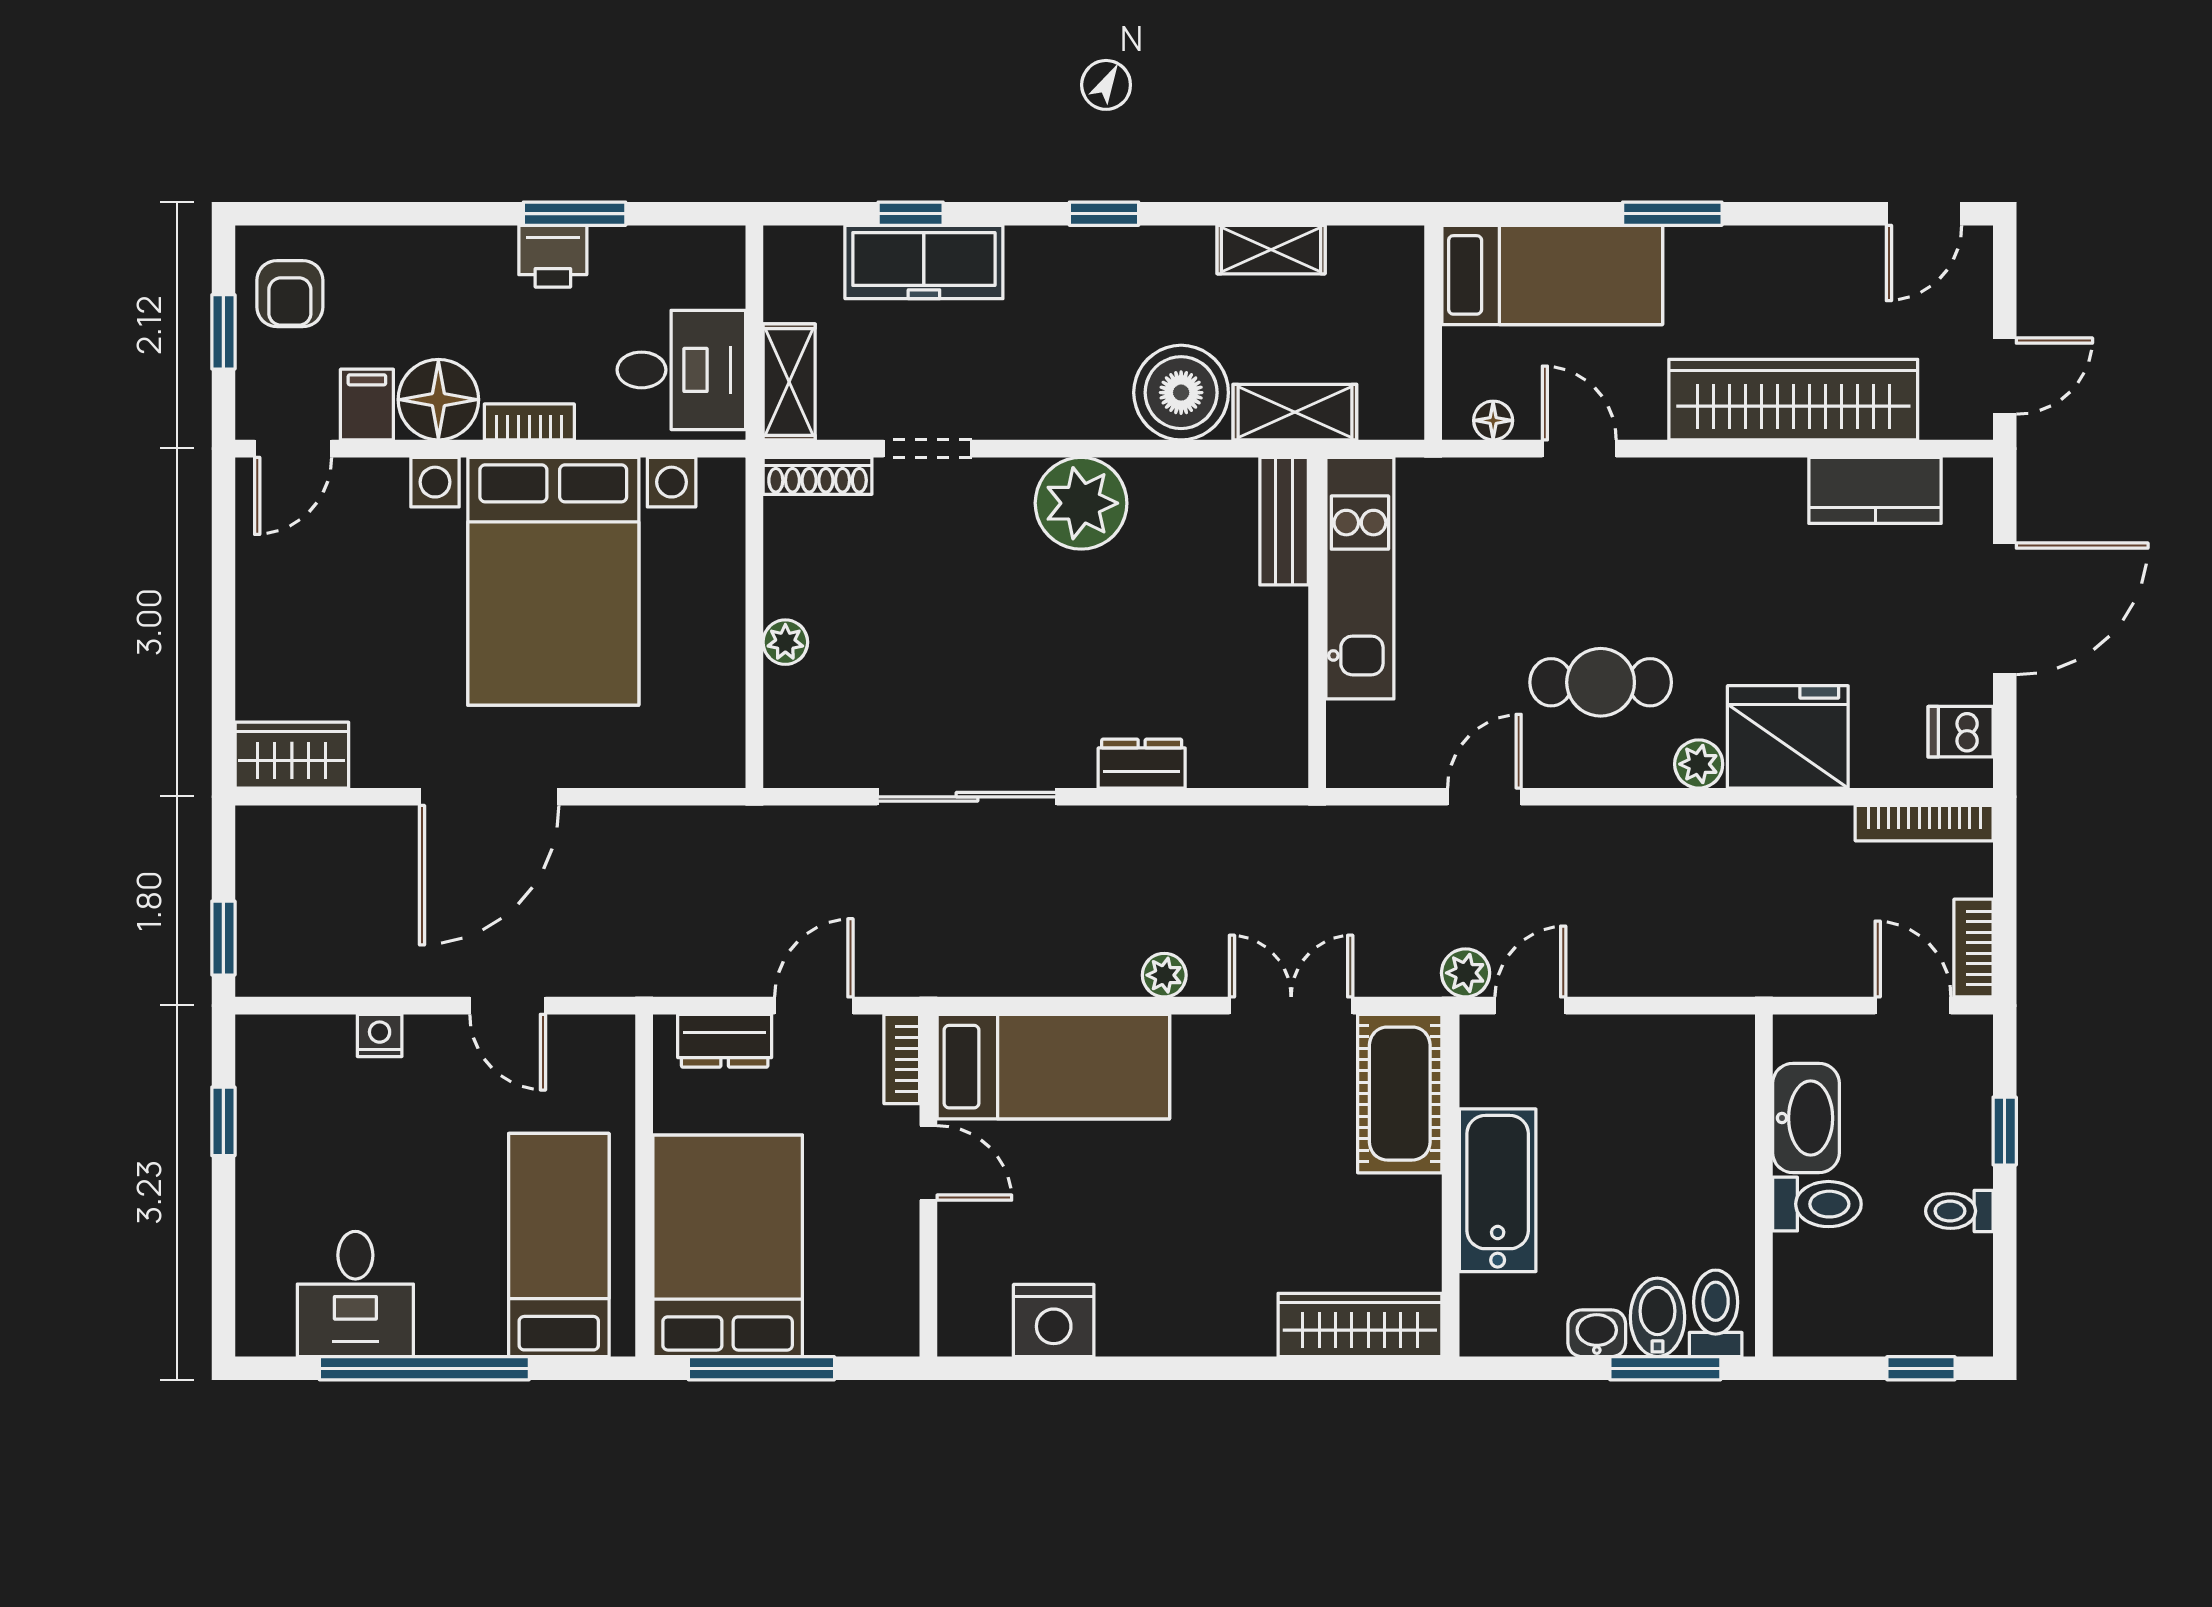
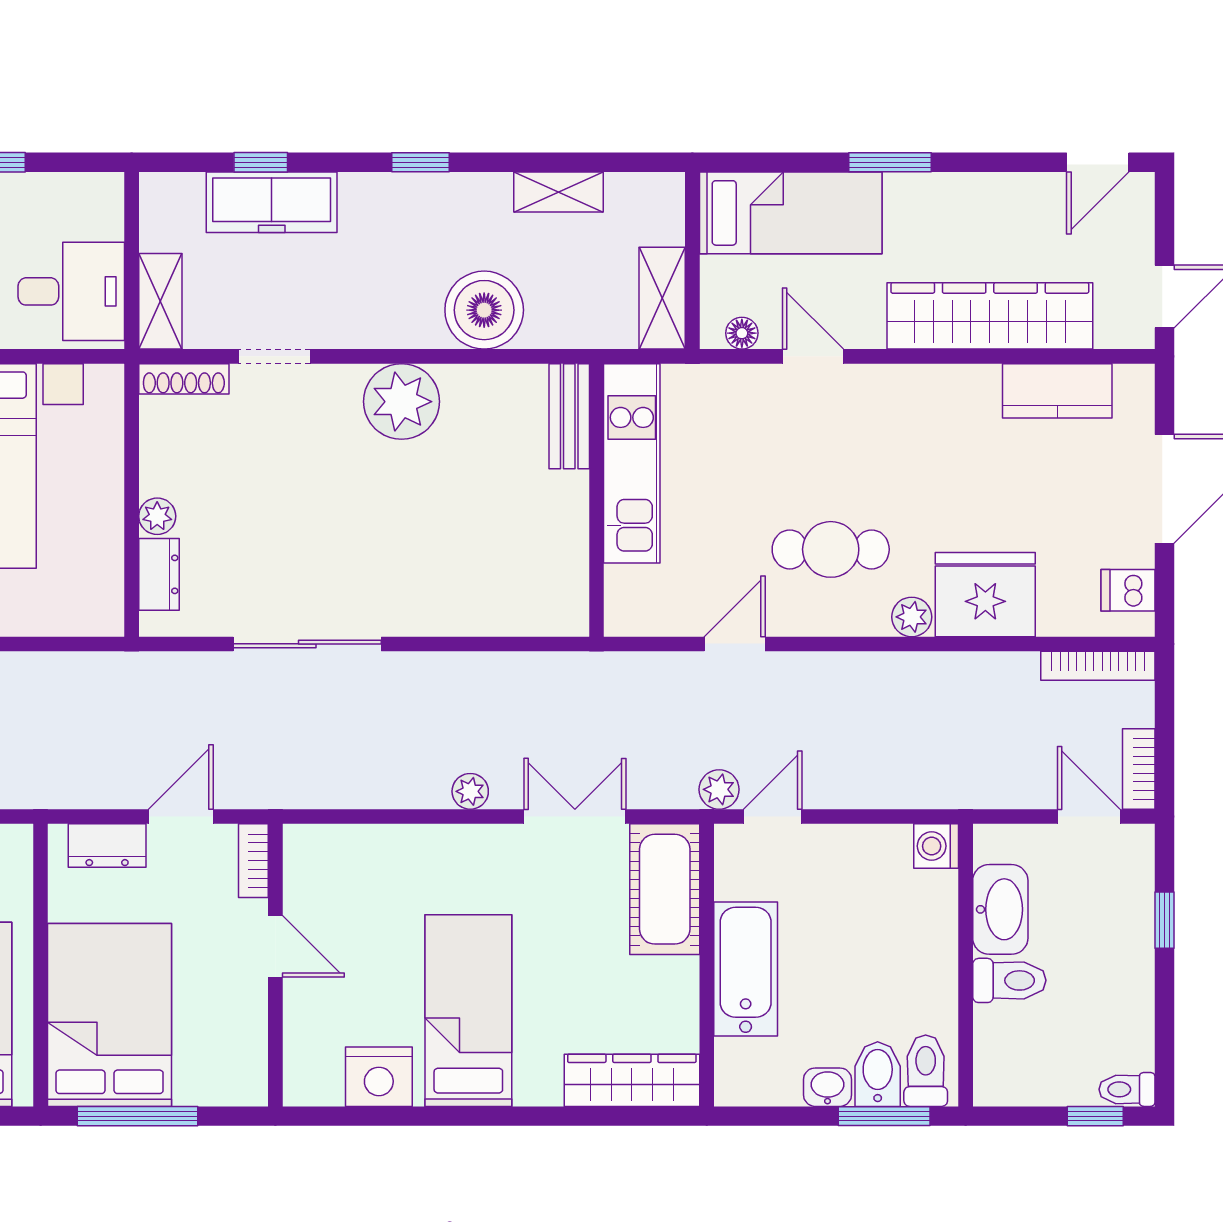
shelving: (1295, 412) -> (662, 298), moved, turned 90
dresser: (1142, 764) -> (159, 574), moved, turned 90
washing machine: (1728, 1041) -> (936, 846), added
bed: (1053, 1067) -> (468, 1011), moved, turned -90
toilet: (1959, 1211) -> (1127, 1089), moved

